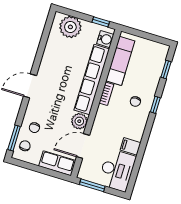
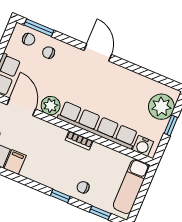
window: (101, 22) -> (171, 125), moved
exam couch: (120, 61) -> (131, 186), moved, turned 90
chair: (135, 102) -> (83, 187), moved

